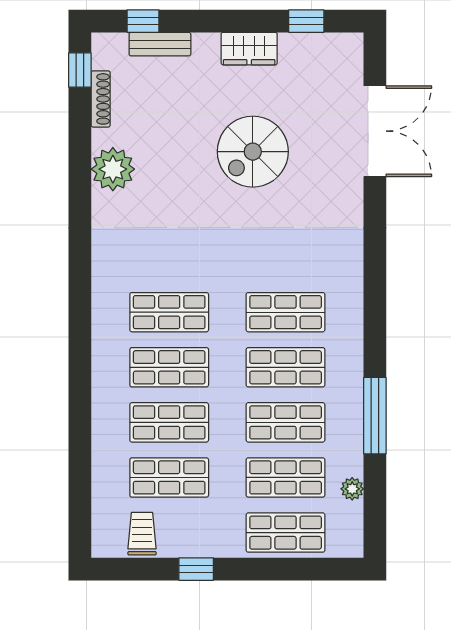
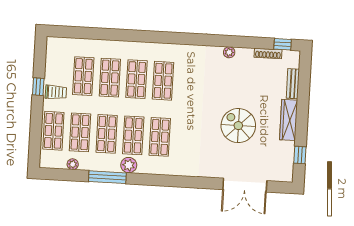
window: (143, 21) -> (304, 76), removed
wardrobe: (249, 49) -> (289, 120), width x1.50
plant: (113, 169) -> (229, 52), width x0.53, depth x0.53
plant: (347, 373) -> (129, 165), added
trolley: (142, 534) -> (56, 92), moved

